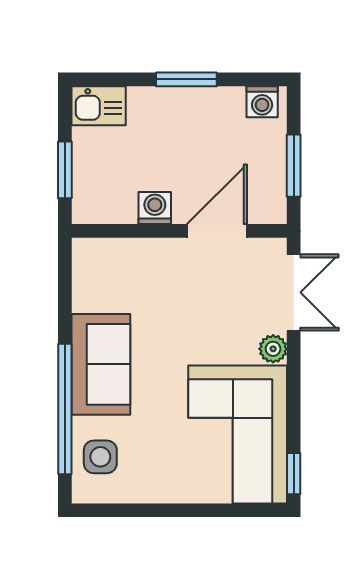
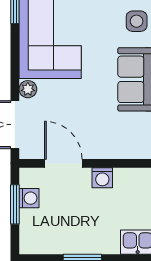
washing machine: (262, 102) -> (29, 198), moved, turned 90
door: (217, 231) -> (63, 163), swing flipped

